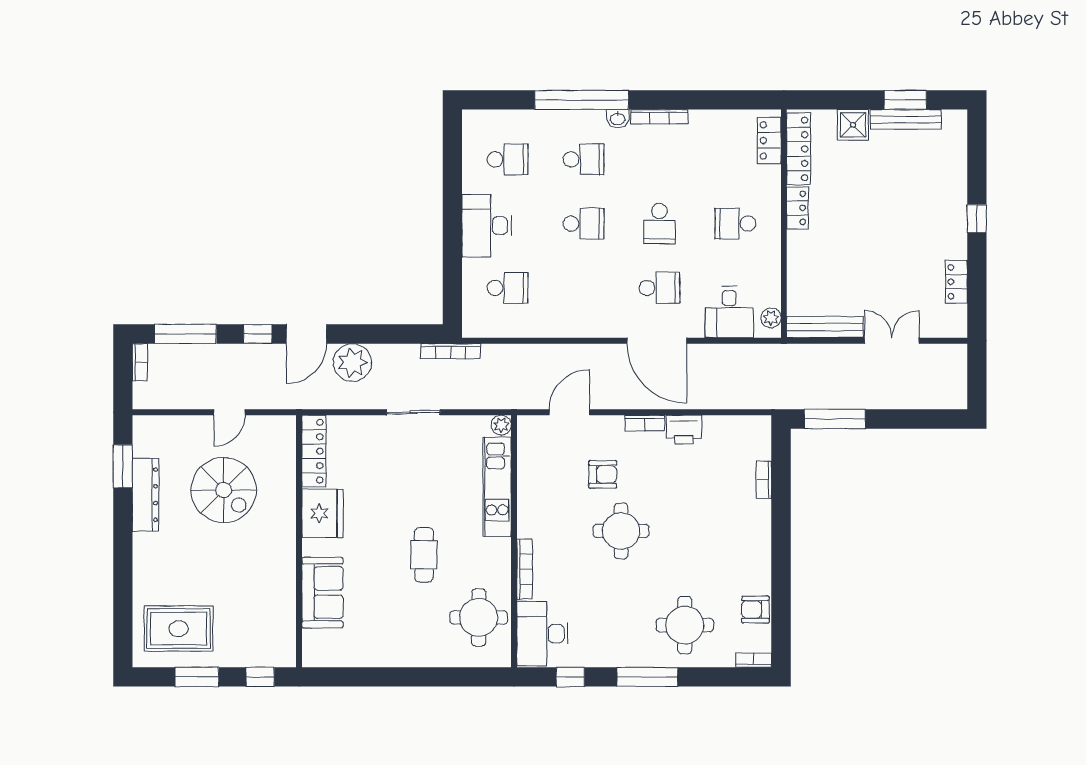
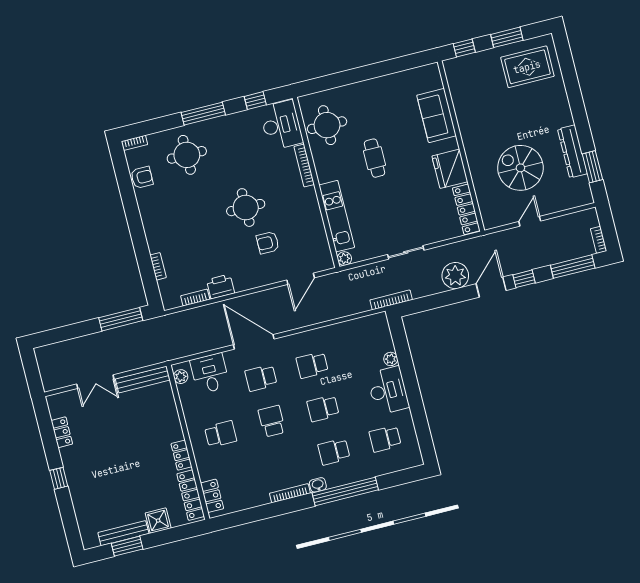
plant: (472, 269) -> (391, 359), added
school desk: (508, 288) -> (312, 365), moved
bookcase: (645, 423) -> (195, 298), moved

